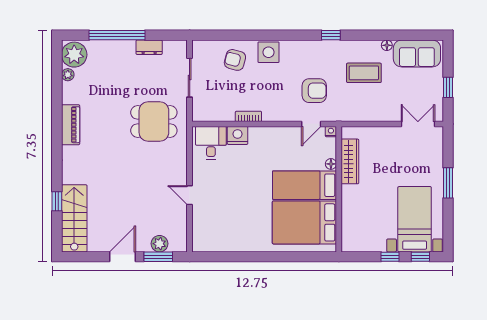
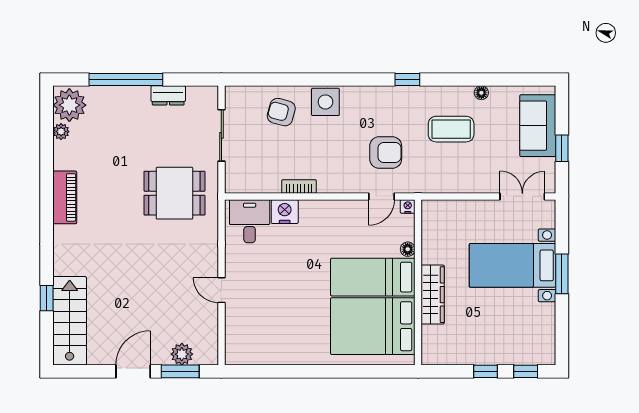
sofa: (417, 54) -> (538, 126), moved, turned 90
wardrobe: (350, 161) -> (433, 295), moved
bed with nightstands: (415, 219) -> (513, 265), moved, turned -90

